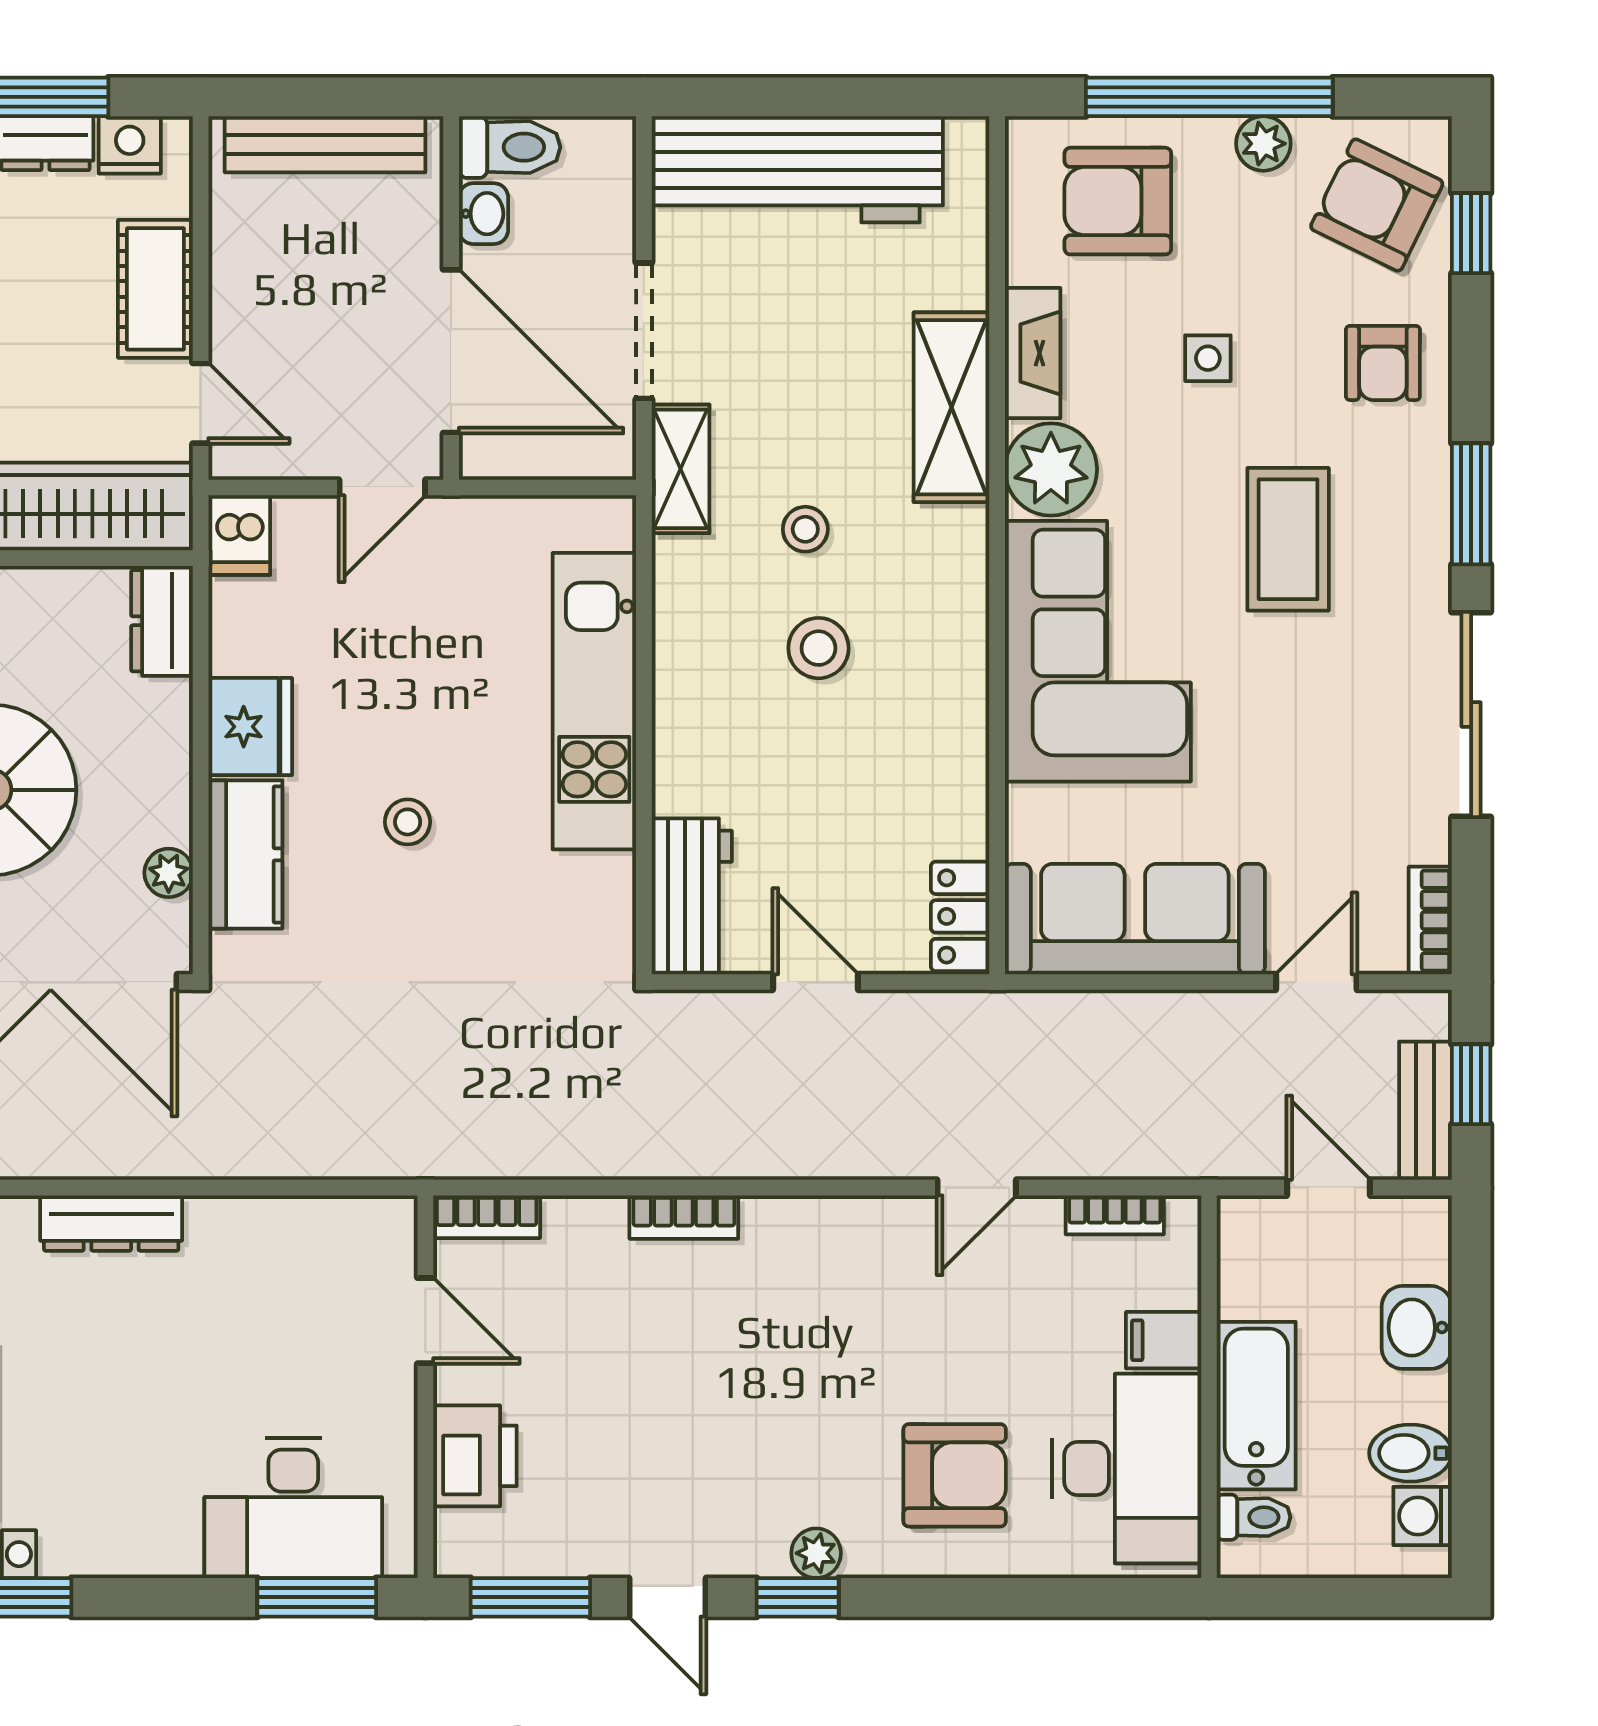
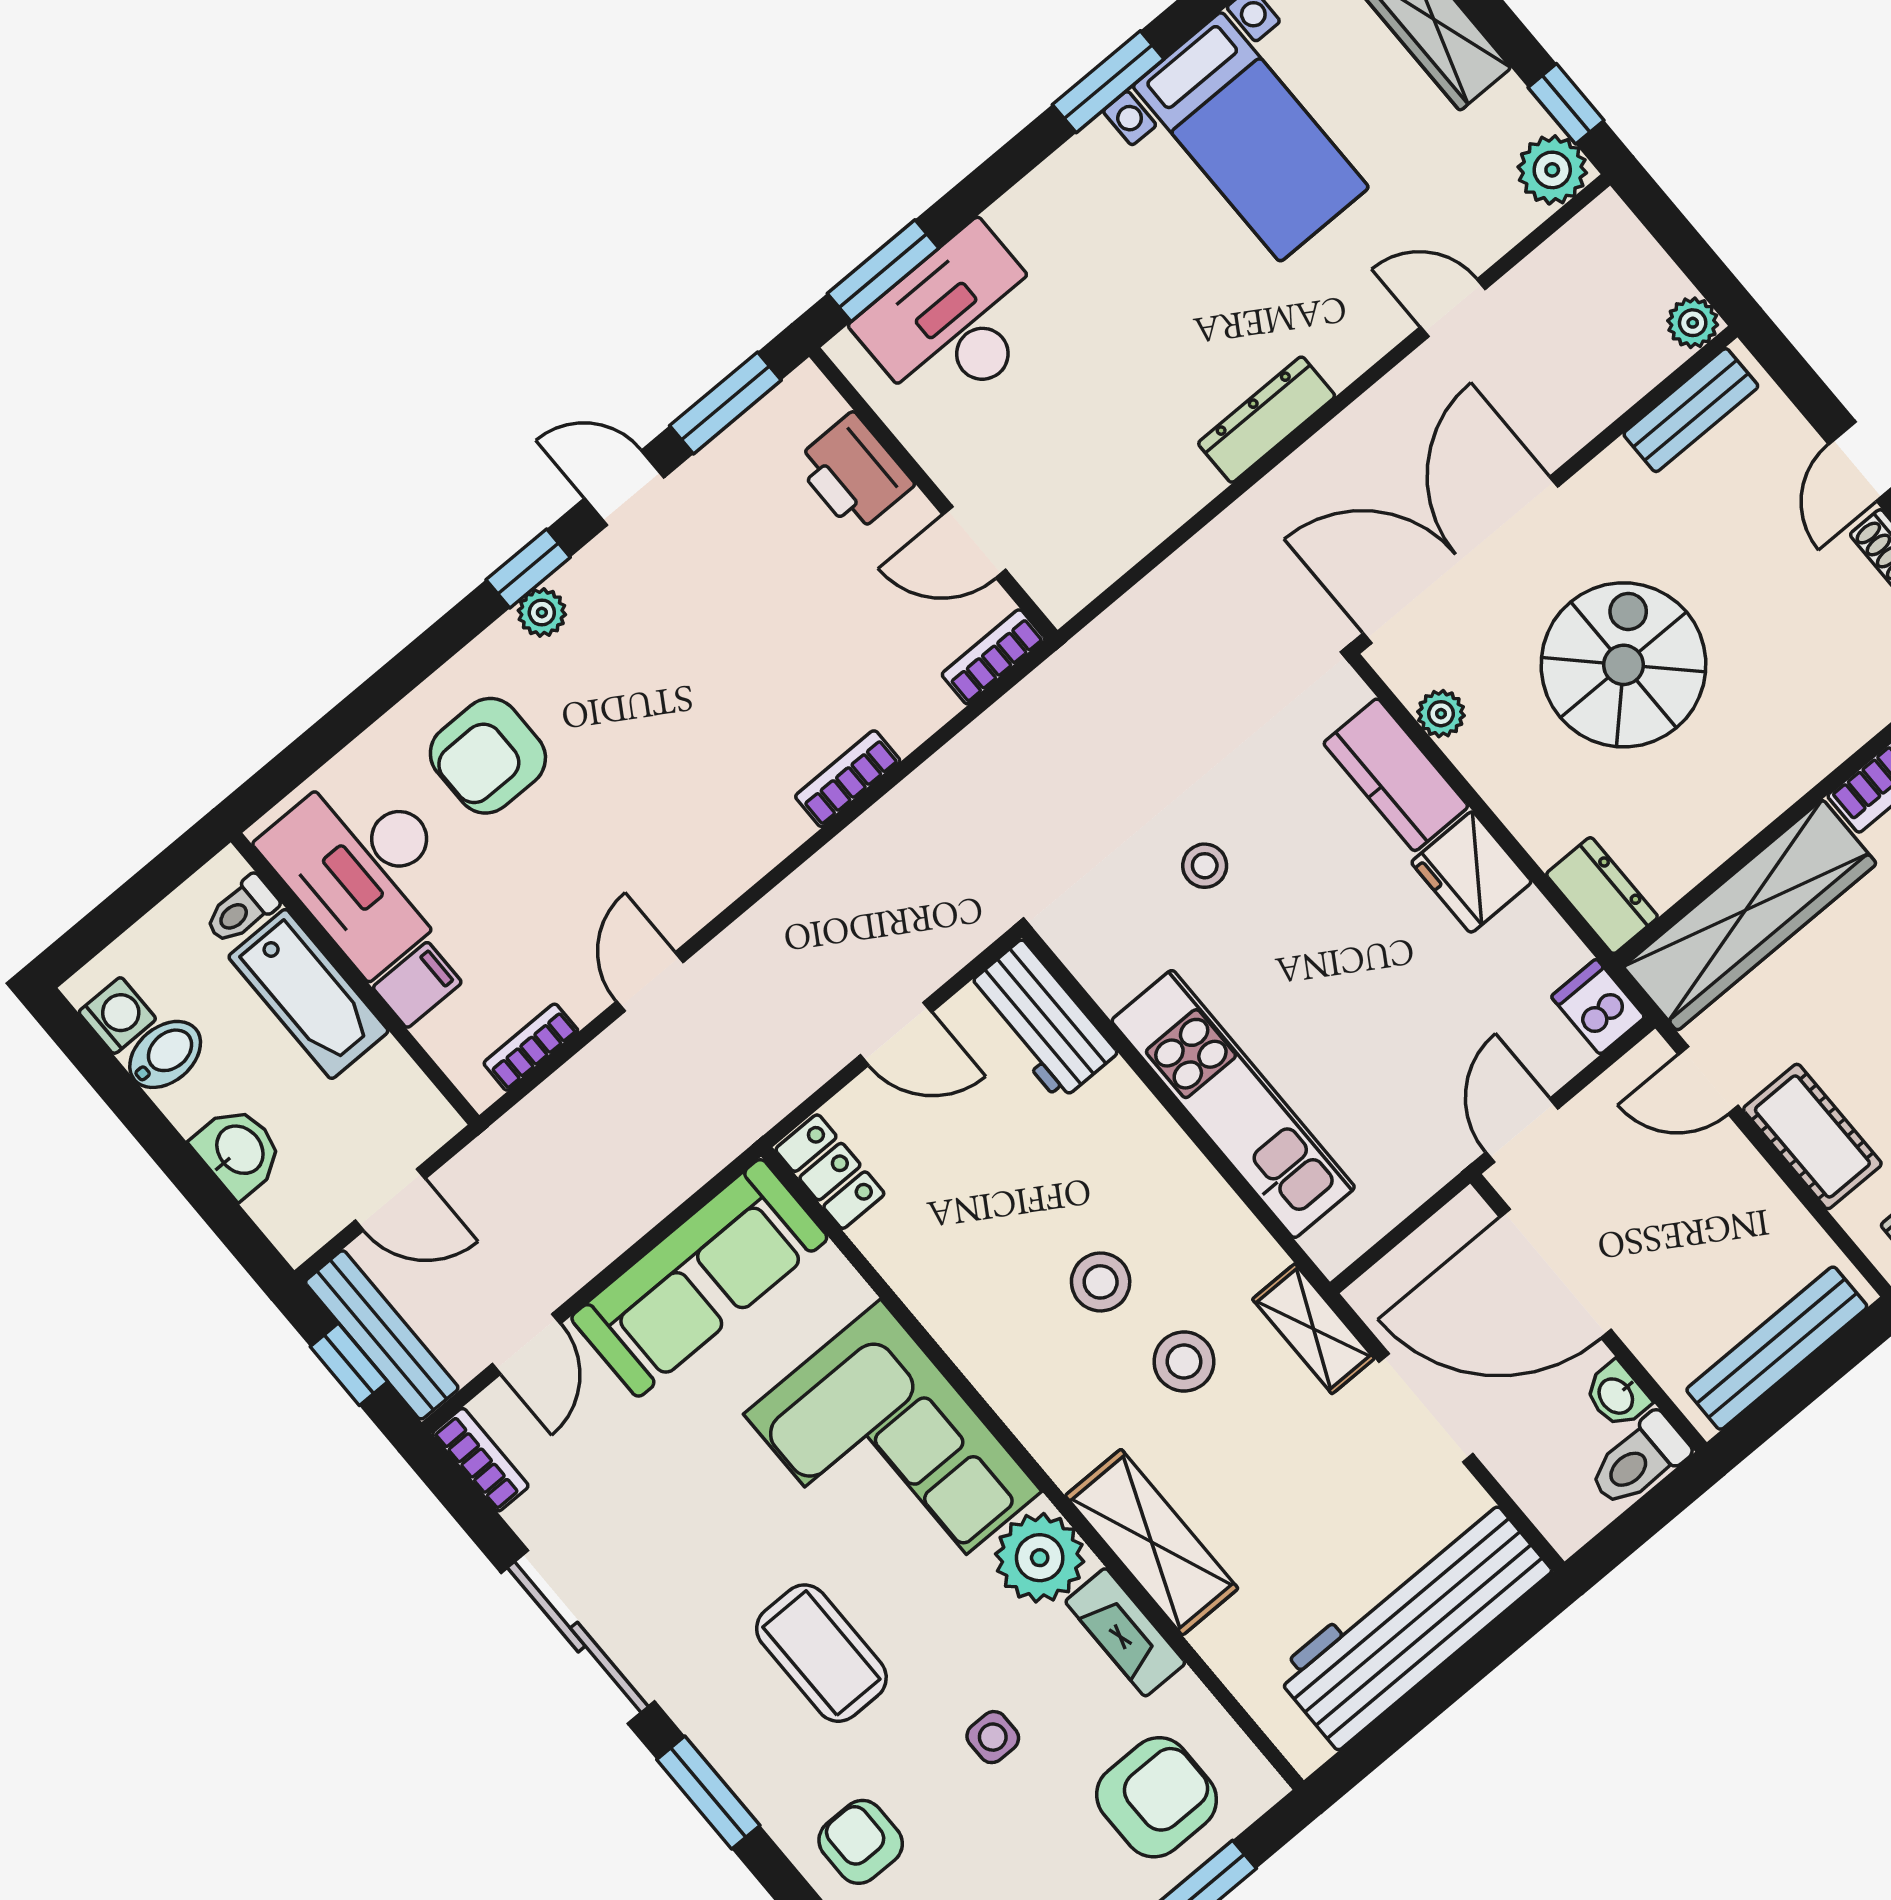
stool: (805, 529) -> (1184, 1361), width x1.37, depth x1.37
stool: (408, 822) -> (1205, 866), moved
bench: (1425, 1111) -> (382, 1335), width x1.36

